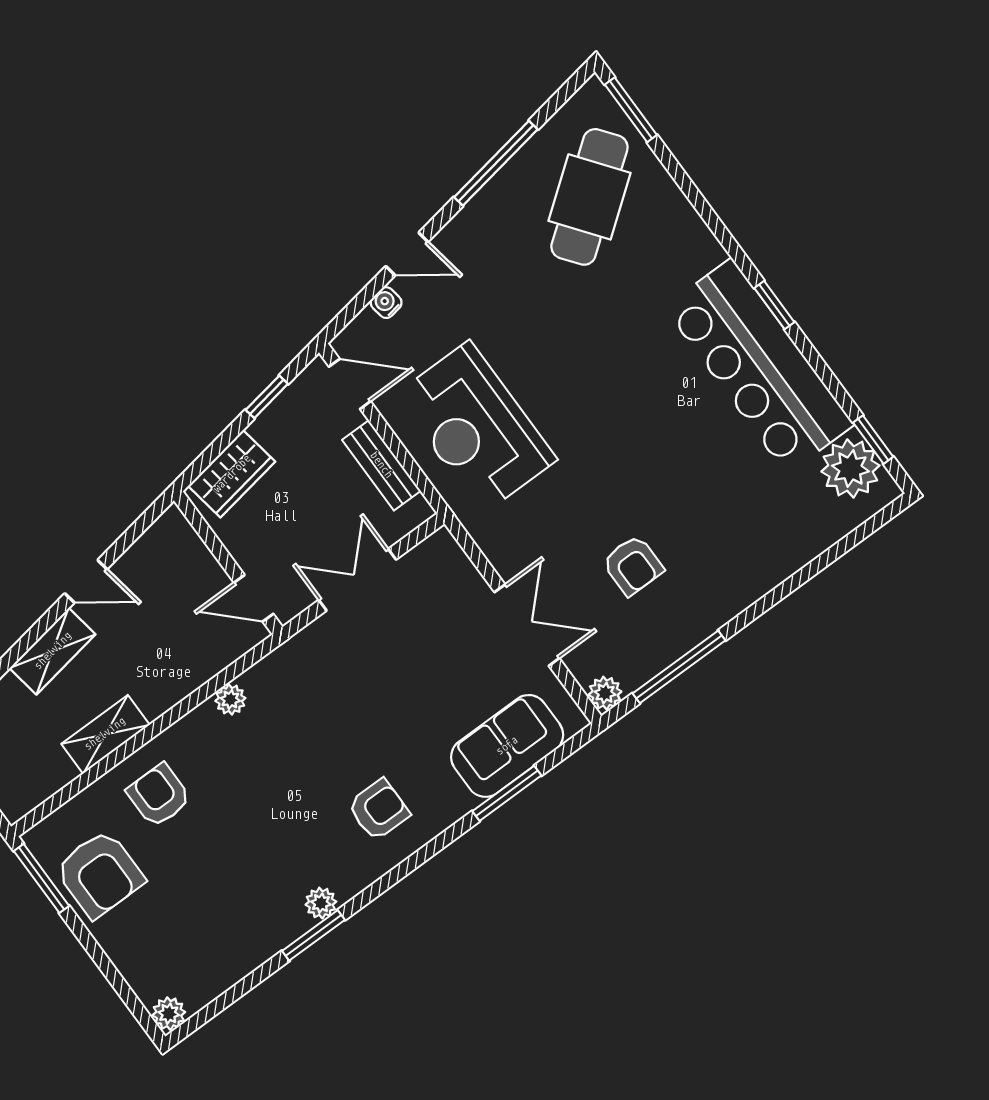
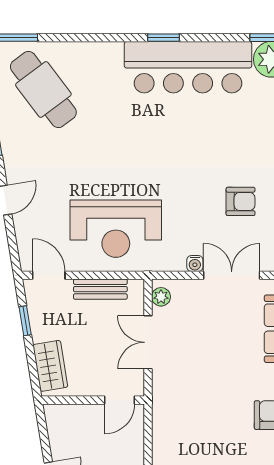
water cooler: (386, 303) -> (195, 263), moved, turned -81
door: (350, 384) -> (49, 275), hinge flipped
plant: (230, 699) -> (161, 297), moved

